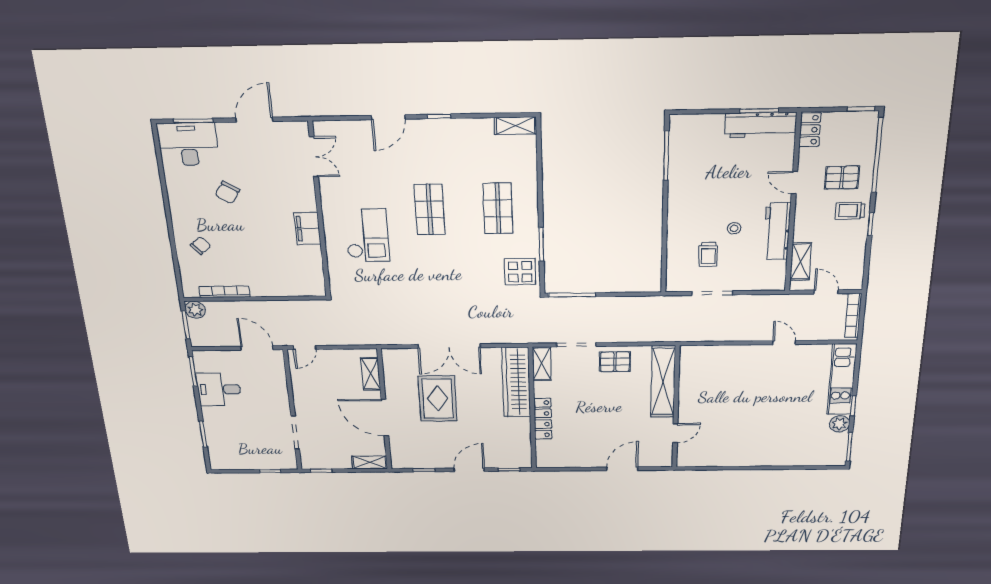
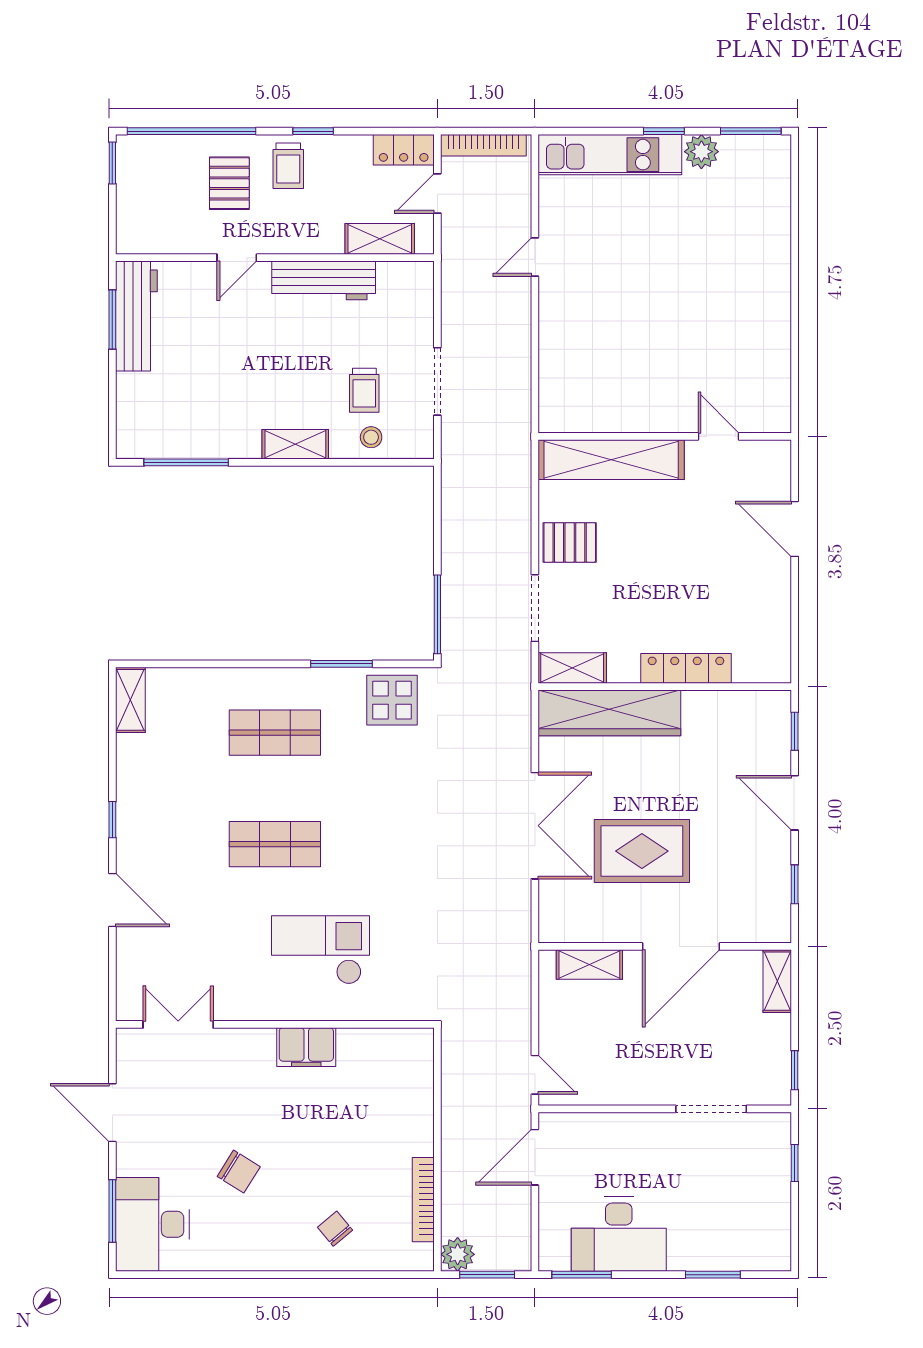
locker: (810, 130) -> (404, 150), moved, turned 180
shelving: (676, 217) -> (295, 444), added
stool: (734, 228) -> (371, 437), moved
trolley: (708, 254) -> (364, 390), turned 90
pallet: (615, 362) -> (570, 542), turned 90
desk: (219, 389) -> (619, 1234), width x1.37

